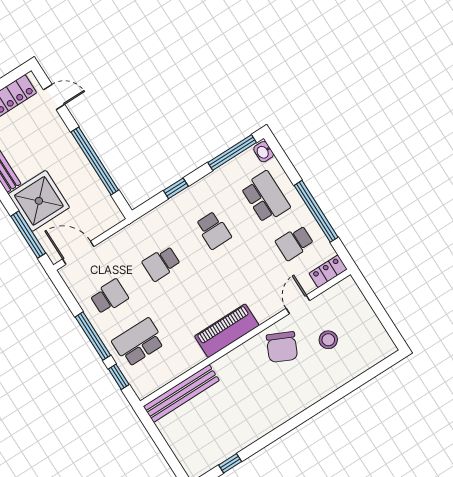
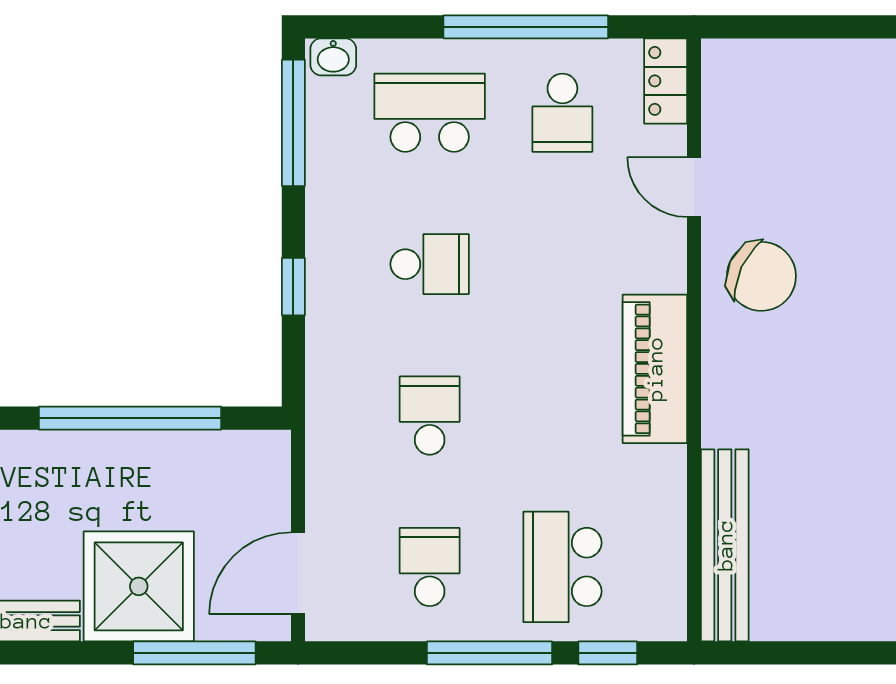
school desk: (161, 263) -> (430, 416), turned 180
stool: (328, 340) -> (807, 171), removed

